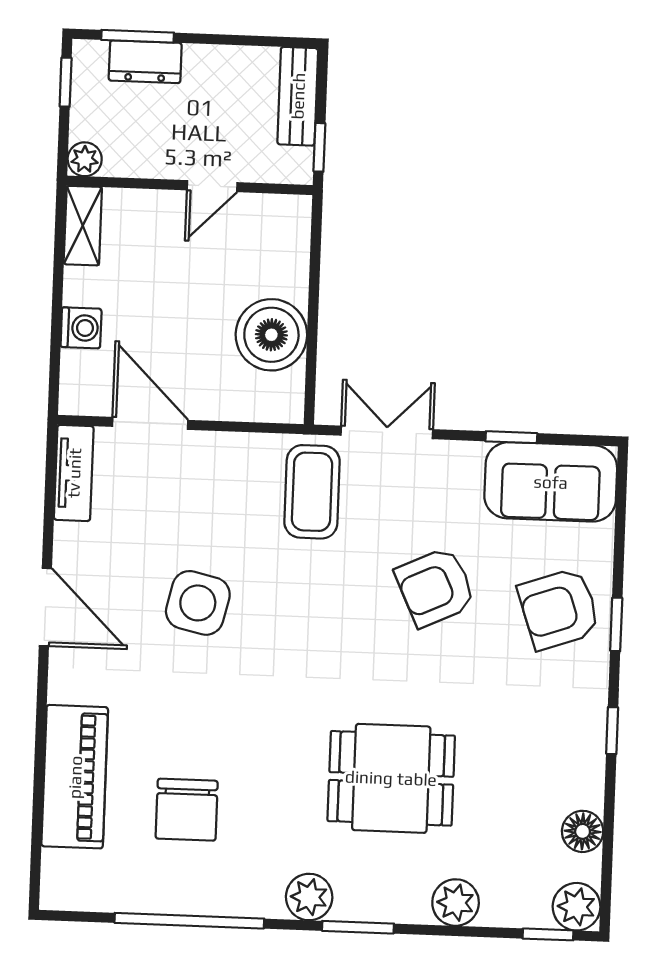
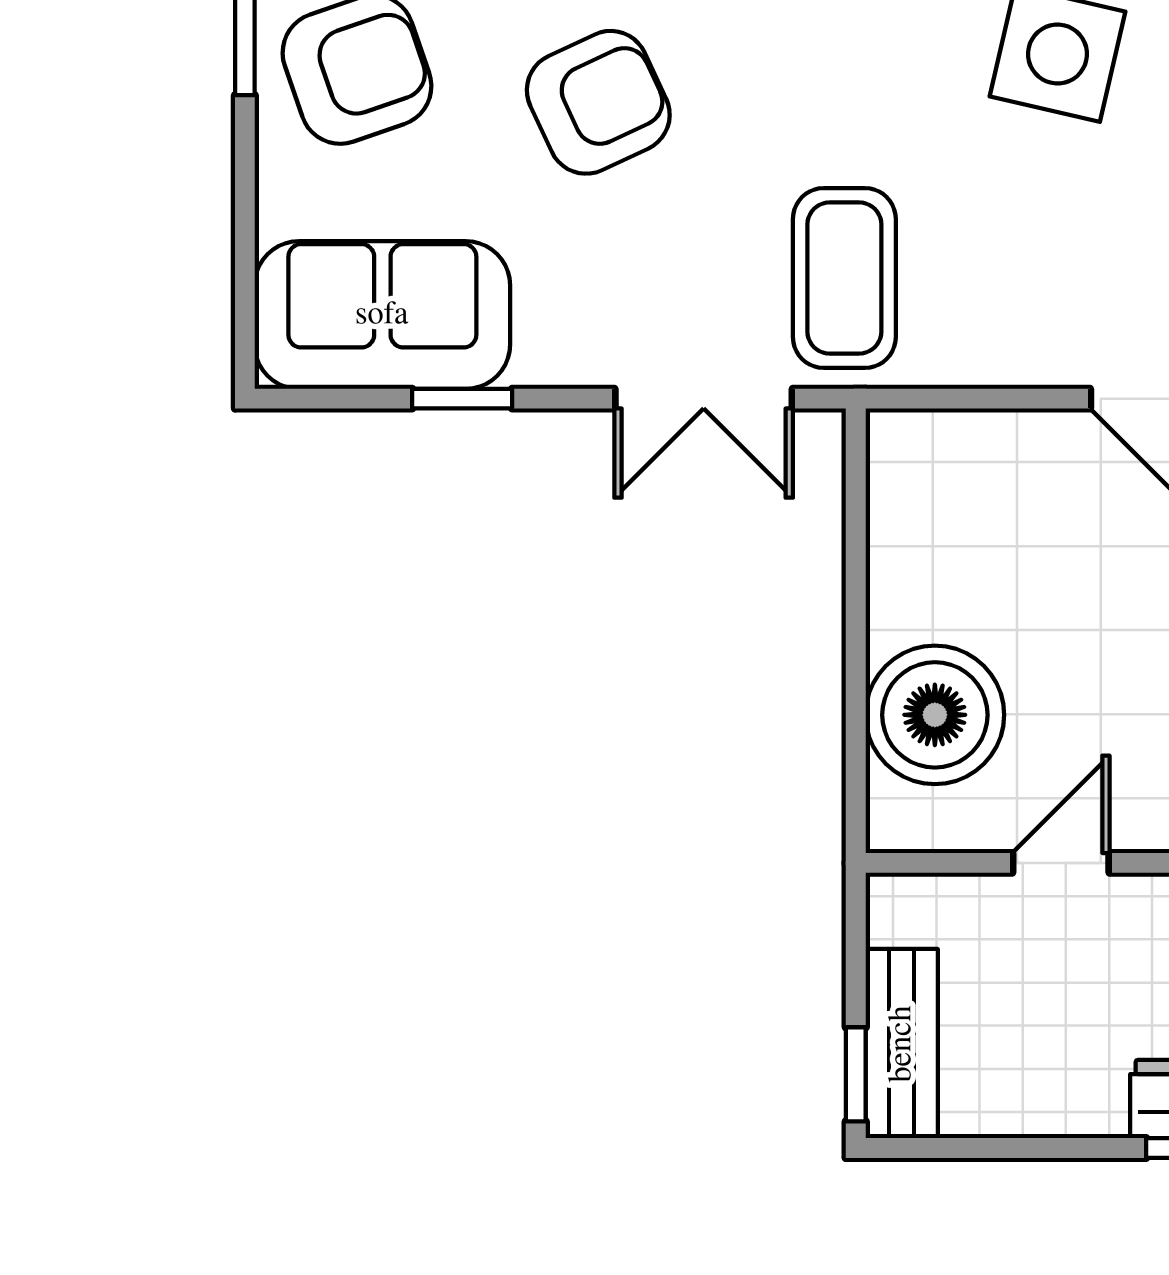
window: (319, 147) -> (856, 1074), moved
boiler: (271, 335) -> (935, 715), moved

